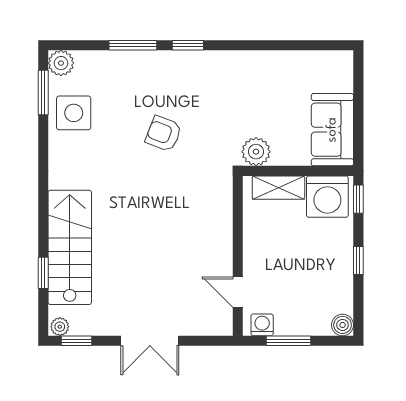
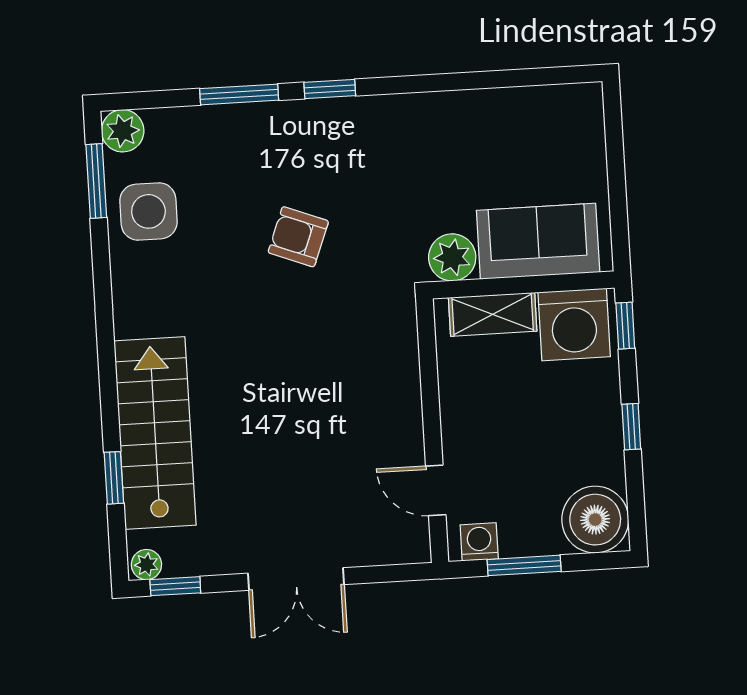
sofa: (332, 130) -> (538, 241), moved, turned 90
boiler: (343, 325) -> (595, 520), width x1.86, depth x1.86

